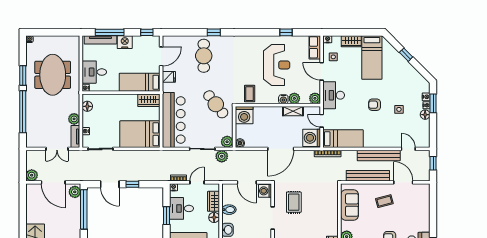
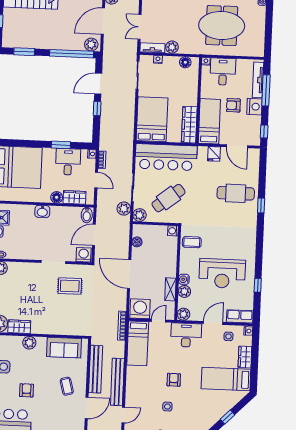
armchair: (124, 61) -> (233, 105), added
wardrobe: (149, 100) -> (189, 125), width x1.50
cafe table: (216, 104) -> (168, 198), moved
washing machine: (244, 115) -> (173, 231), width x0.53, depth x0.53
boiler: (240, 143) -> (137, 242), moved
bidet: (229, 210) -> (87, 215), moved

